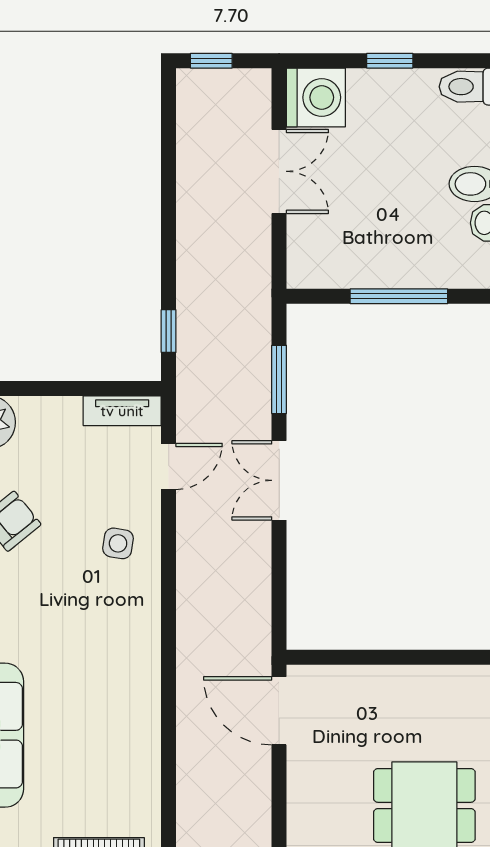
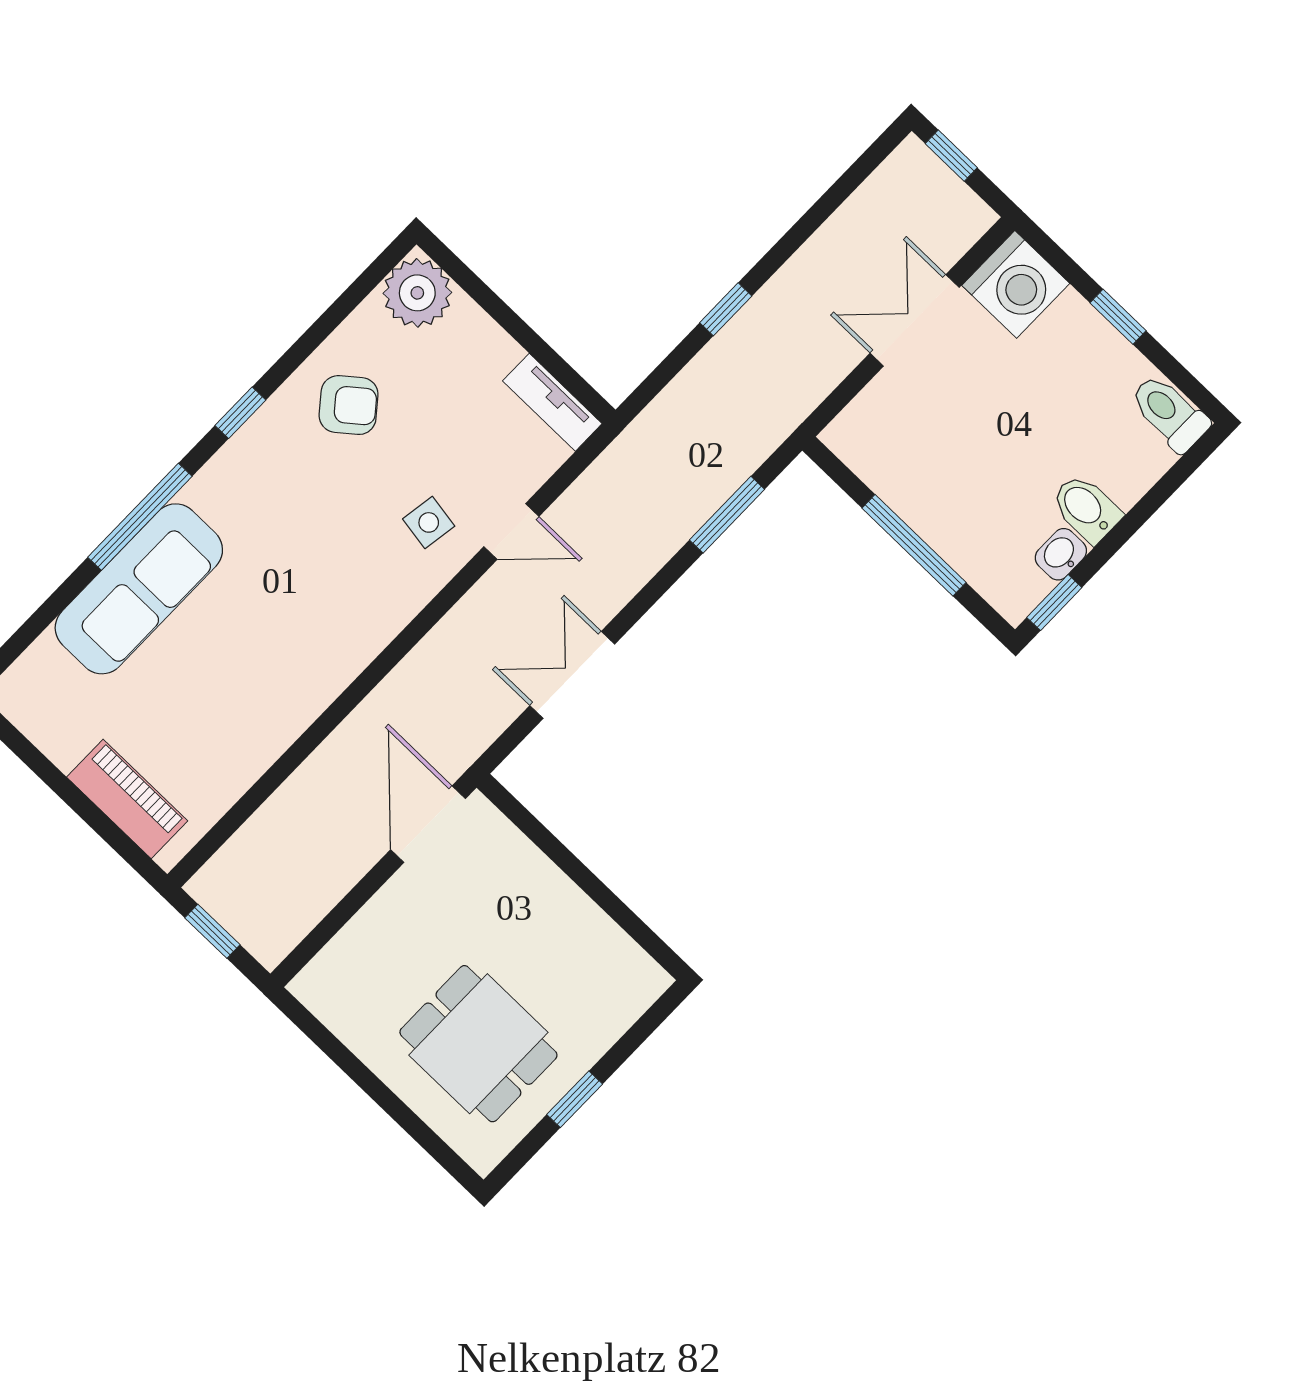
double door: (279, 171) -> (915, 320), swing flipped
window: (169, 331) -> (726, 309), moved
door: (169, 466) -> (511, 532), moved
double door: (279, 480) -> (572, 675), moved

